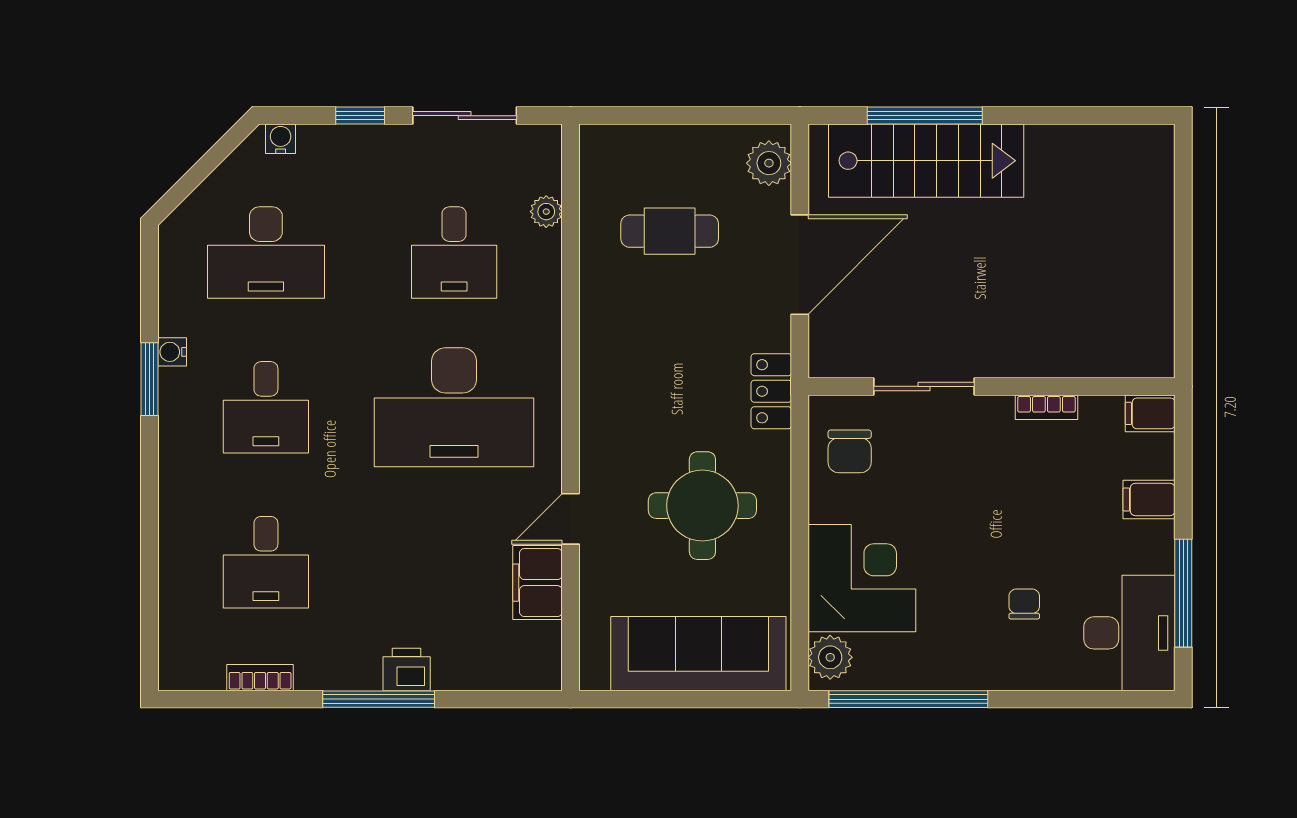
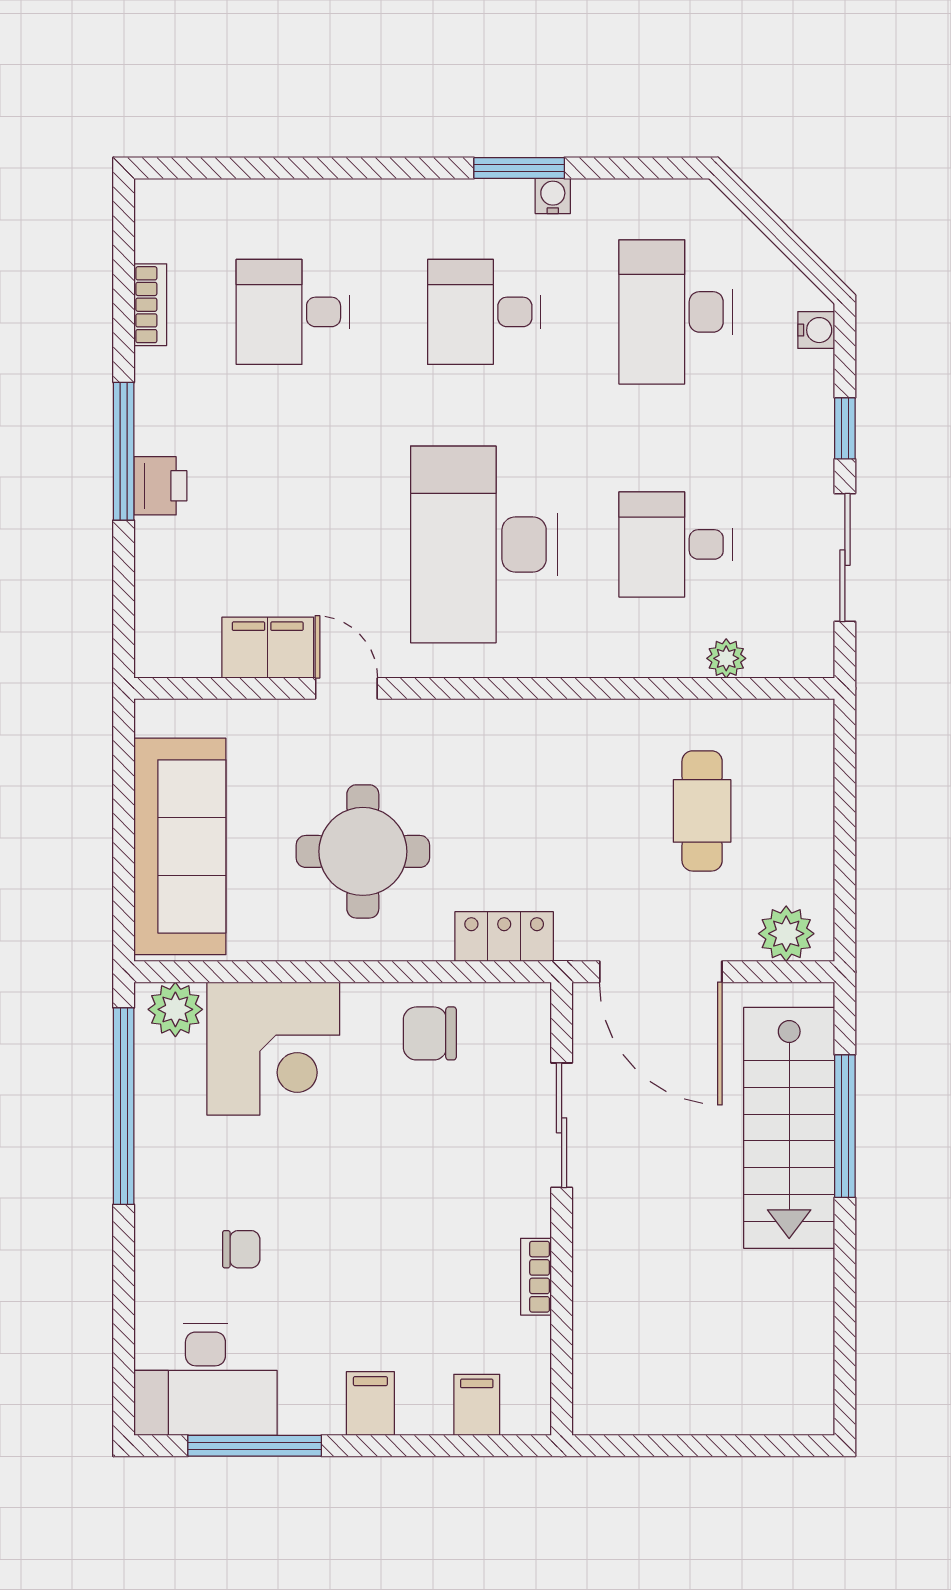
sliding door: (924, 386) -> (562, 1125), moved
wall: (991, 386) -> (562, 1209), moved
bookcase: (1046, 407) -> (536, 1277), moved

